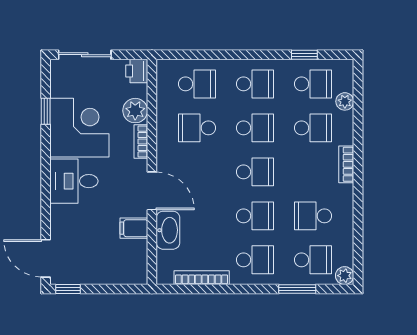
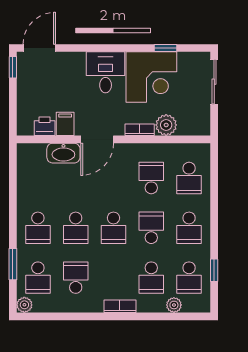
printer: (137, 71) -> (45, 126), moved
school desk: (255, 128) -> (151, 228), turned 180
bookcase: (202, 278) -> (23, 182), removed

